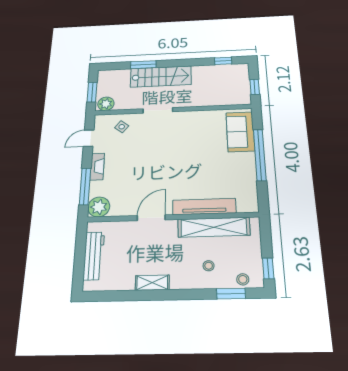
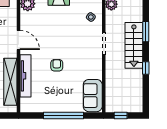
window: (223, 61) -> (146, 68), moved
sofa: (240, 132) -> (93, 96), moved, turned -90
armchair: (188, 166) -> (57, 65), added

